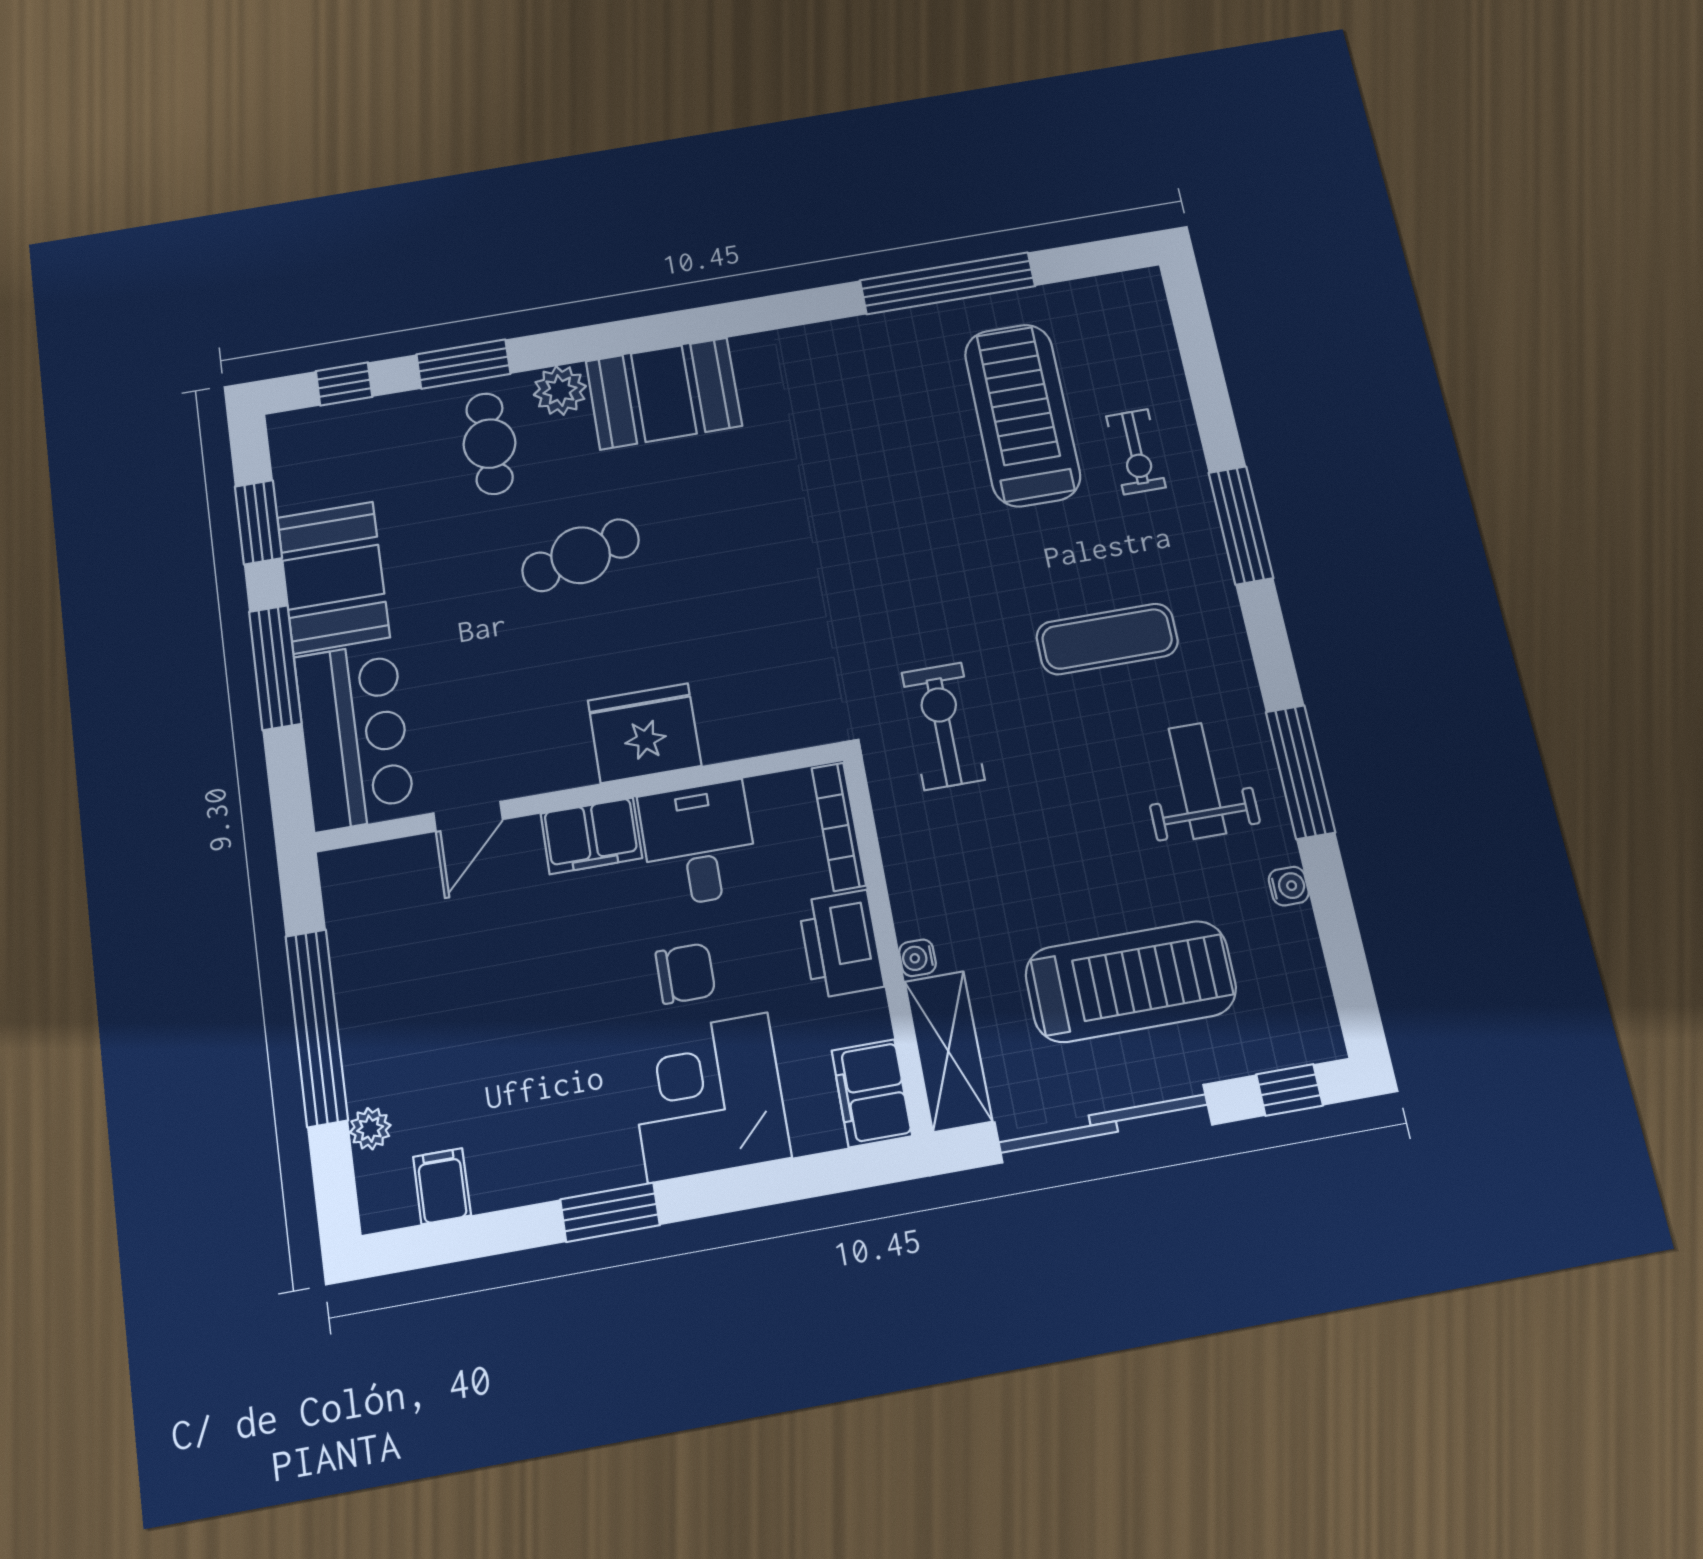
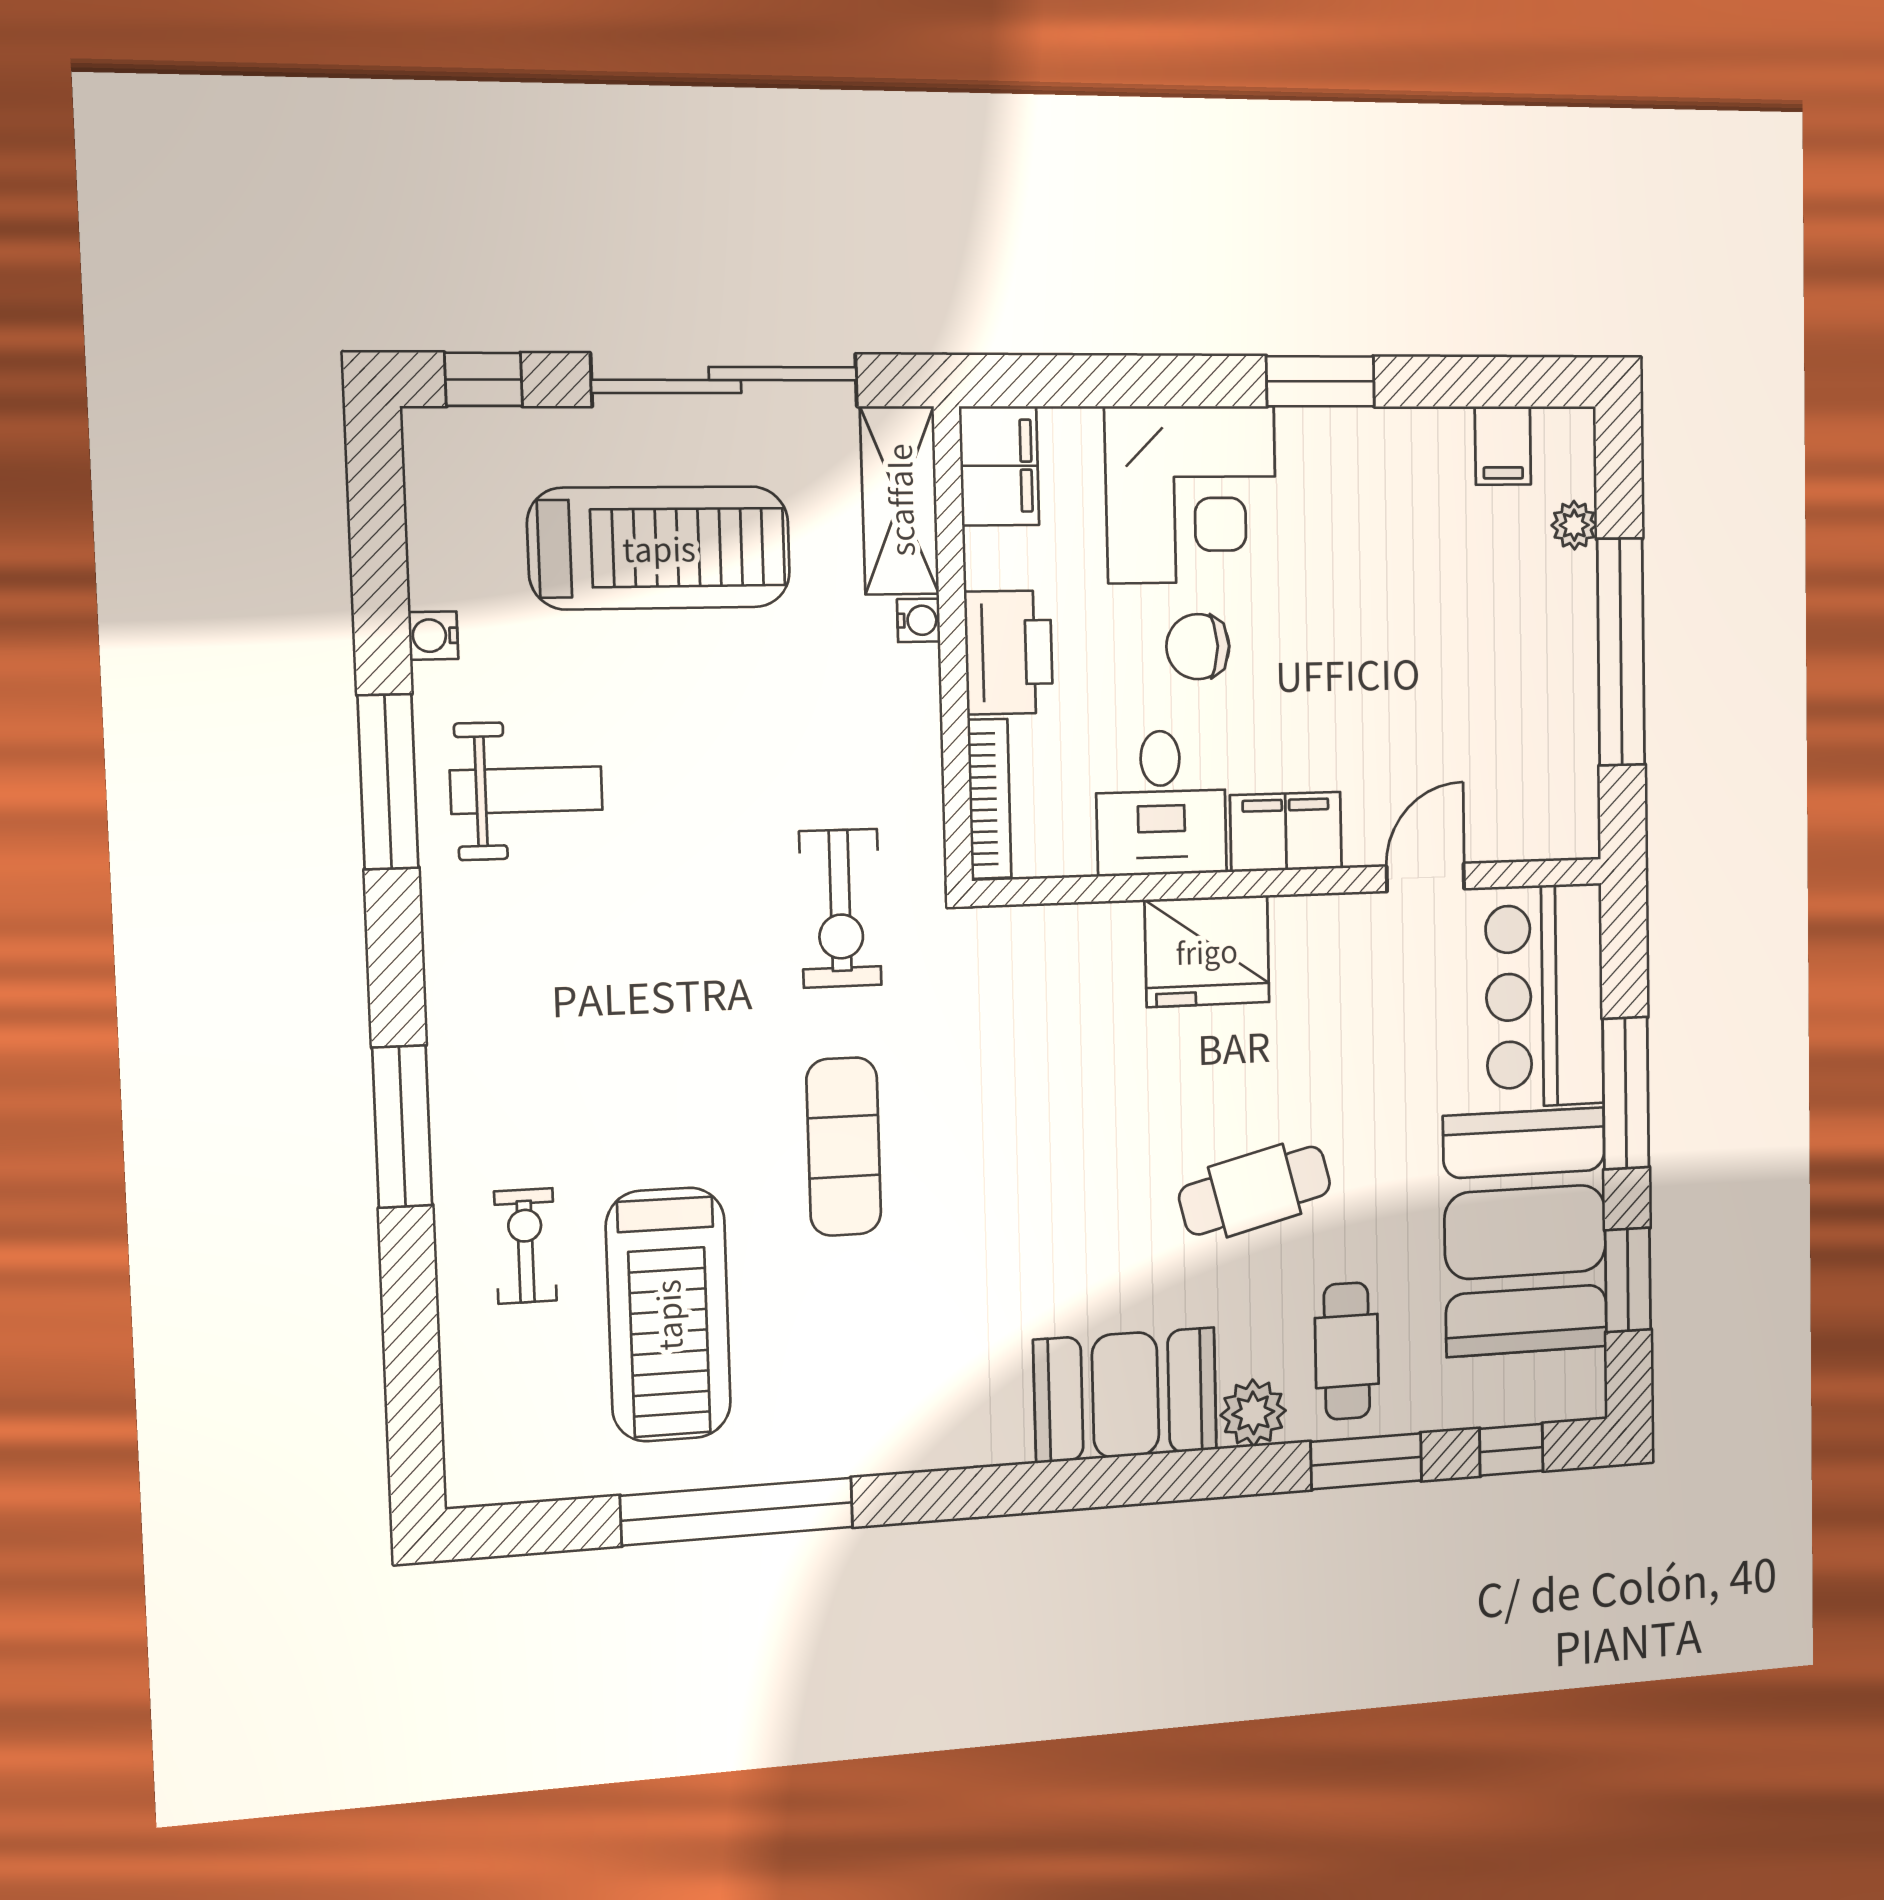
booth: (333, 577) -> (1525, 1232), width x1.36, depth x1.42
exercise mat: (1107, 639) -> (844, 1147), moved, turned 90
weight bench: (1197, 781) -> (526, 790), turned -90
treadmill: (1131, 981) -> (659, 548), turned 180

